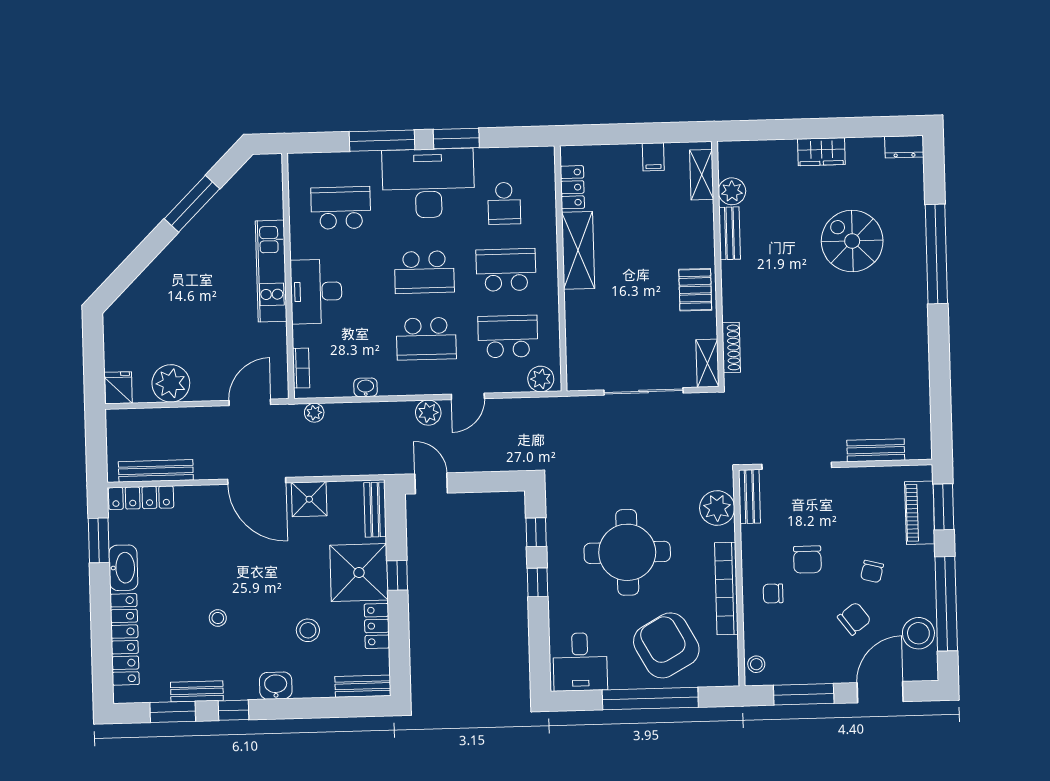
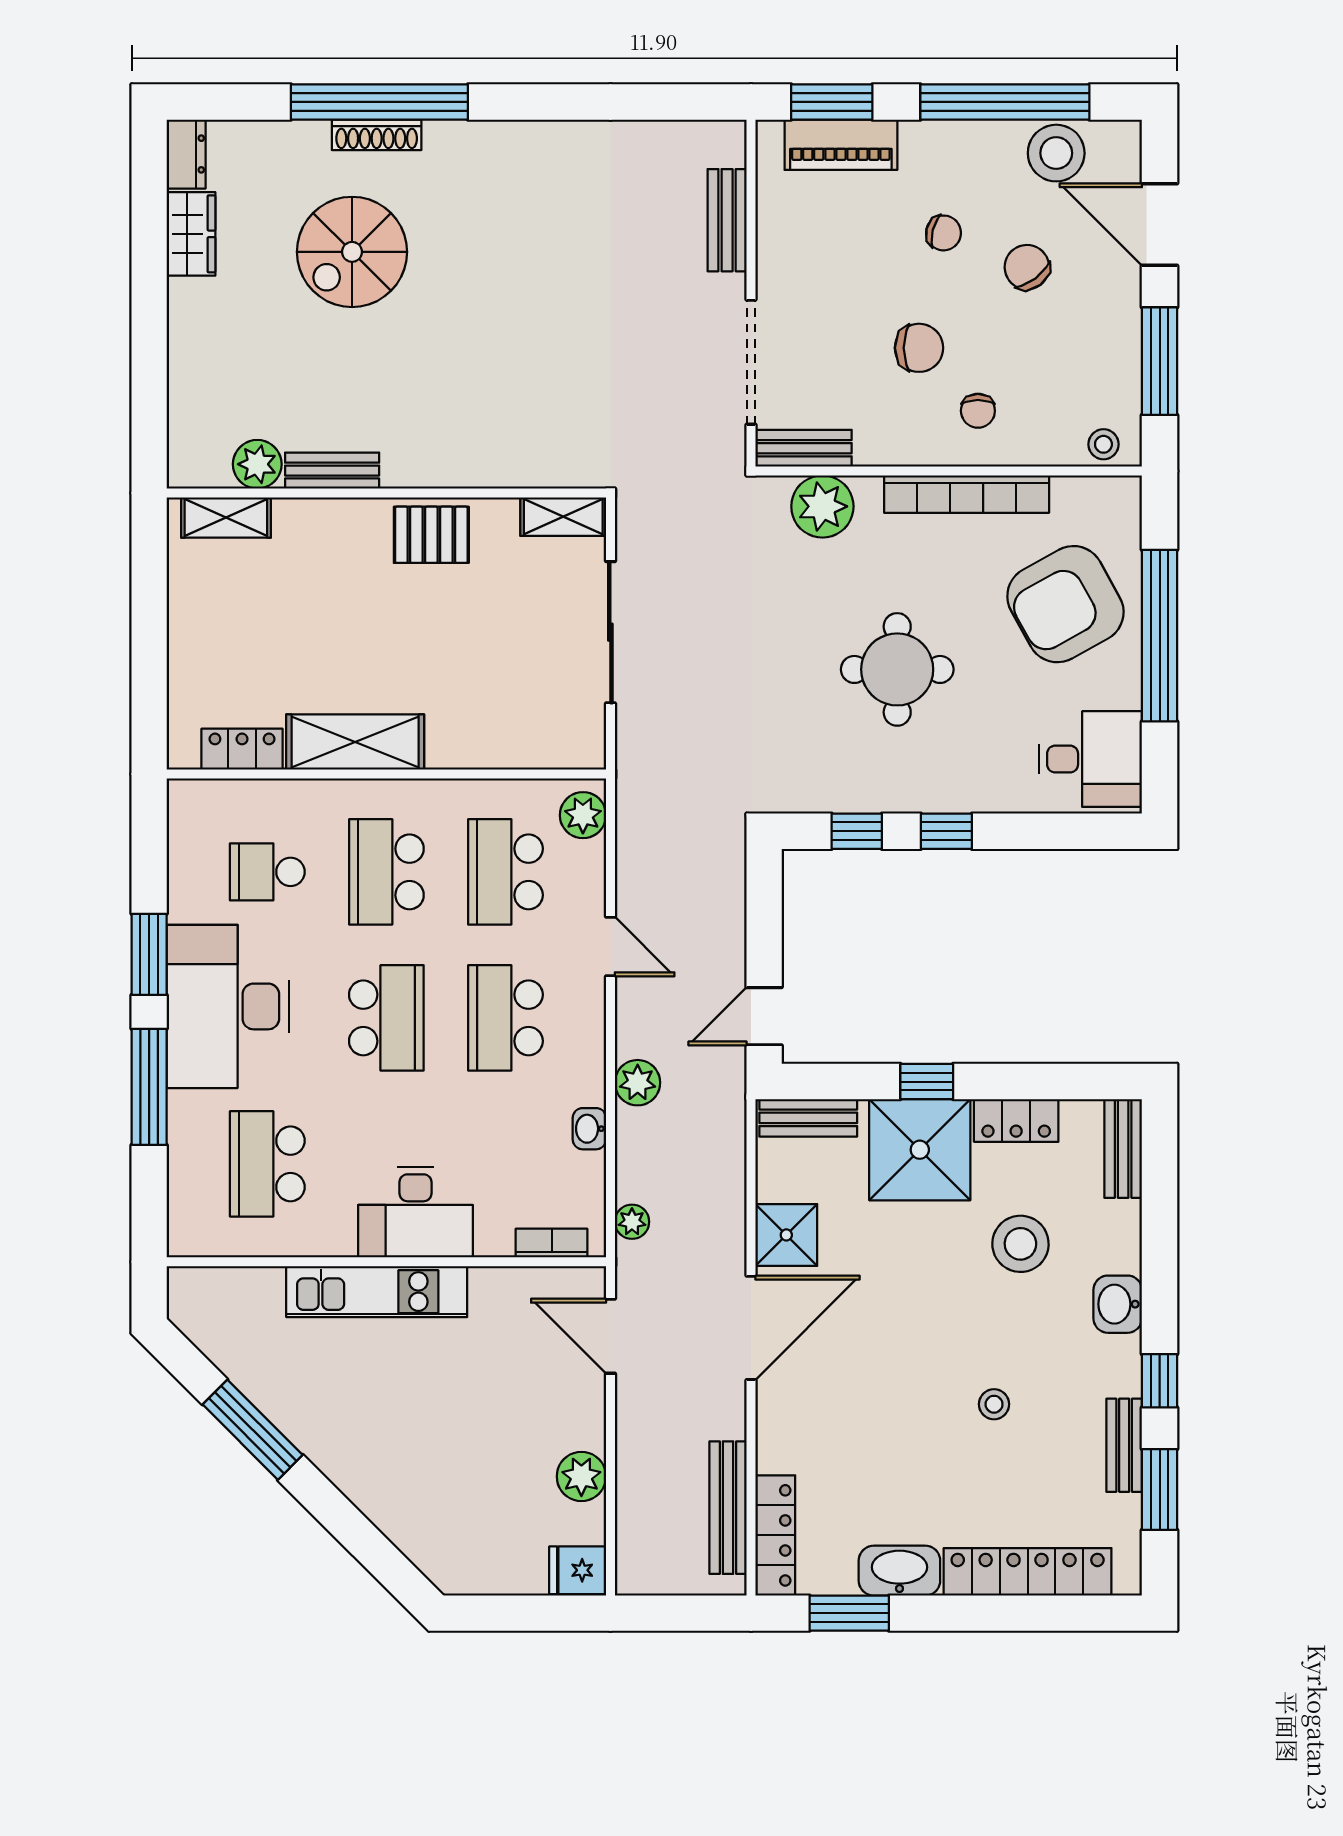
wardrobe: (821, 152) -> (191, 234), moved
filing cabinet: (653, 157) -> (192, 603), removed
school desk: (504, 203) -> (267, 872), turned 180
school desk: (426, 339) -> (505, 1018), turned 180
shoe rack: (731, 347) -> (377, 135), moved, turned 180
plant: (171, 383) -> (581, 1476), width x0.73, depth x0.73
plant: (428, 413) -> (638, 1083), moved
round table: (627, 552) -> (897, 669), width x0.73, depth x0.73
stool: (308, 630) -> (1020, 1244), width x1.38, depth x1.38

